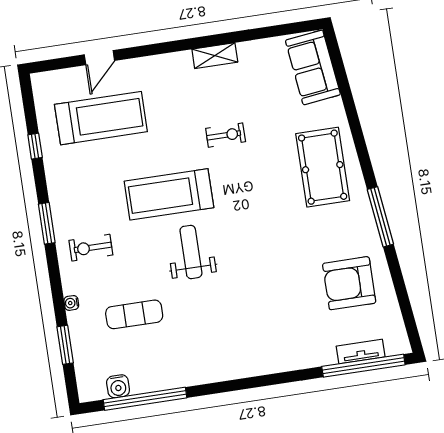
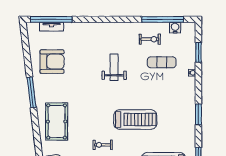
exercise bike: (91, 248) -> (150, 39), moved
weight bench: (191, 252) -> (114, 67), moved, turned 180

